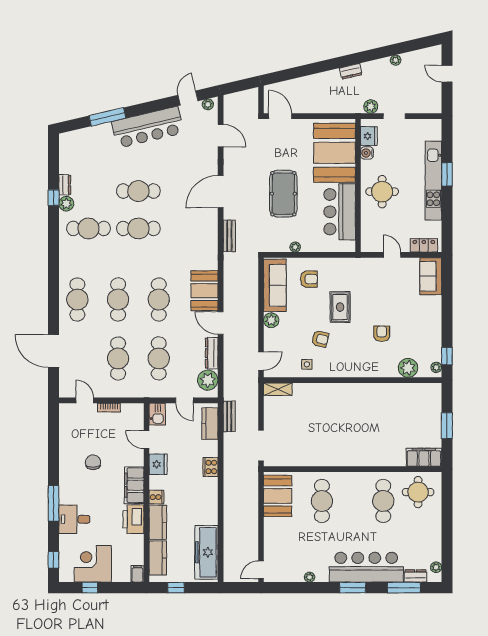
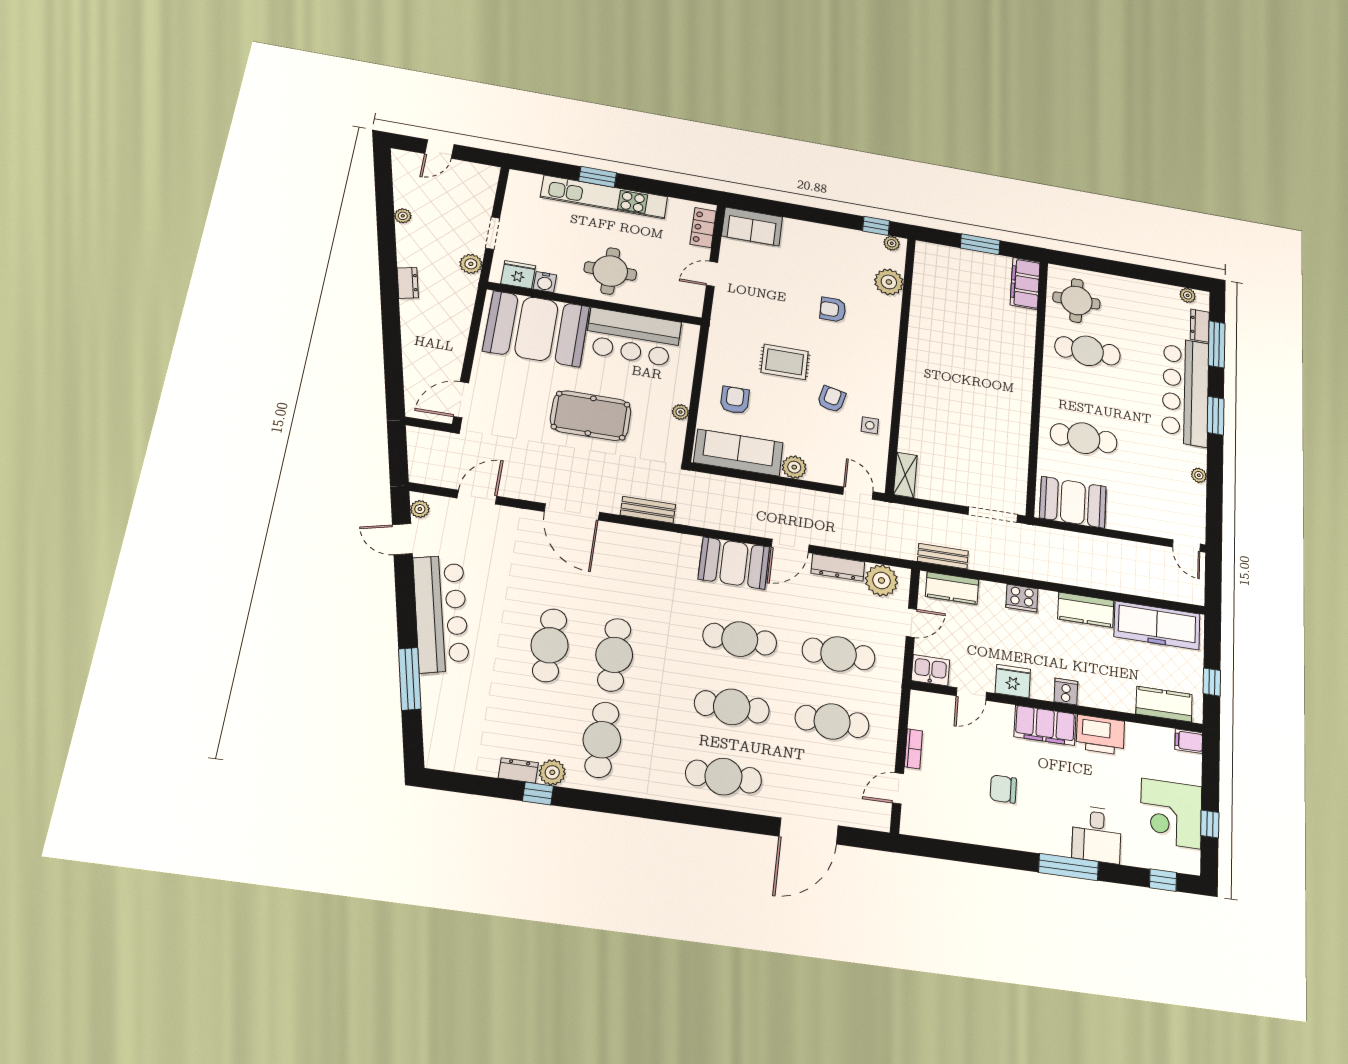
kitchen counter: (158, 522) -> (1086, 610), moved, turned 180

